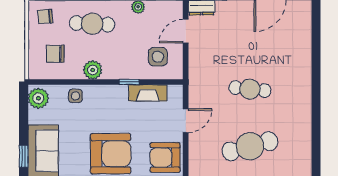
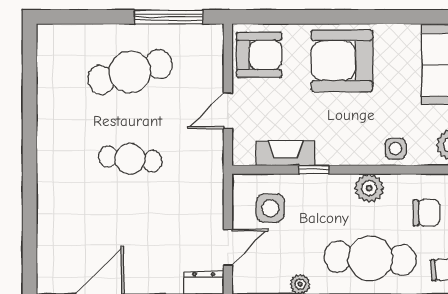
cafe table: (92, 24) -> (370, 258), width x1.37, depth x1.35

